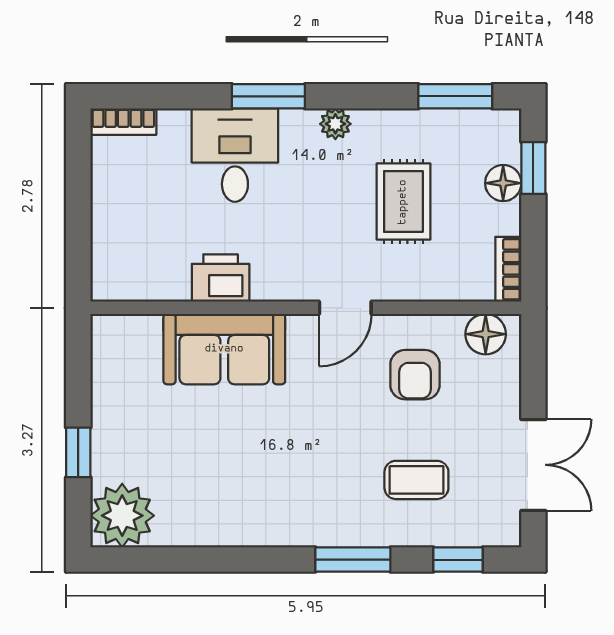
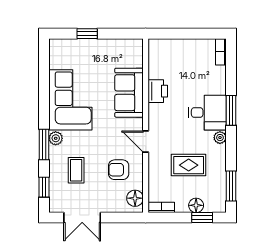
desk: (235, 155) -> (207, 113), moved
corner sofa: (242, 494) -> (70, 100), added
plant: (122, 516) -> (56, 138), moved, width x0.53, depth x0.53

